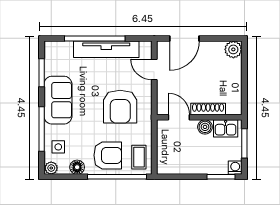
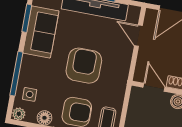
sofa: (58, 100) -> (41, 32), moved
armchair: (120, 107) -> (84, 66), moved, turned 180

